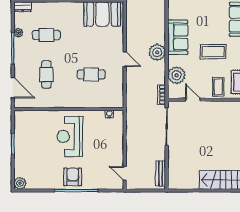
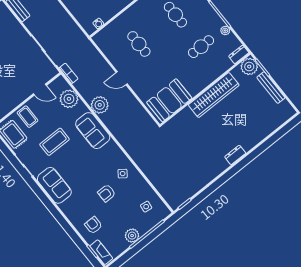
cafe table: (91, 74) -> (139, 44), turned 90

